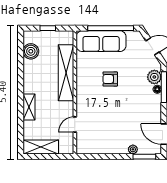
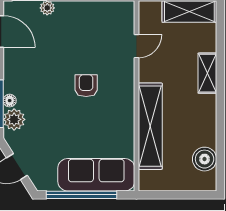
window: (48, 28) -> (179, 195), removed
armchair: (110, 79) -> (86, 86), moved, turned -90

